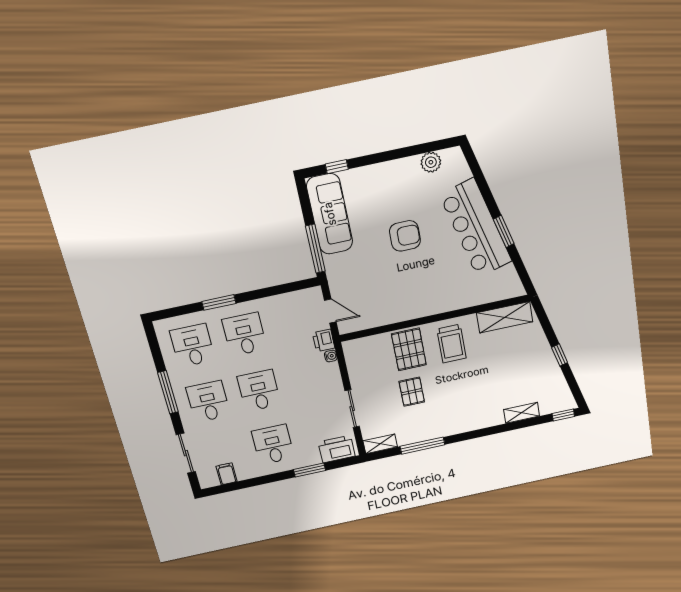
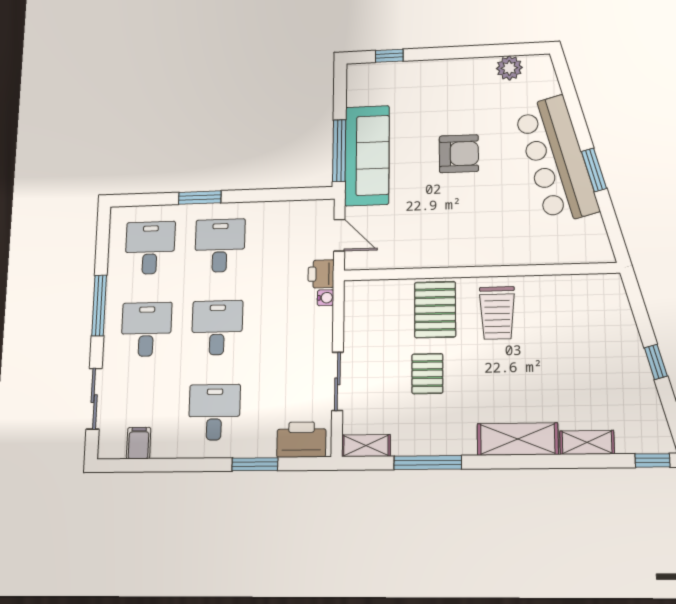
sofa: (330, 214) -> (367, 155), moved
shelving: (505, 317) -> (518, 439), moved

